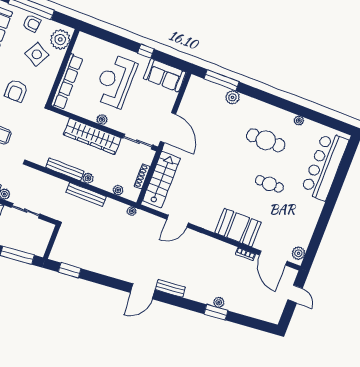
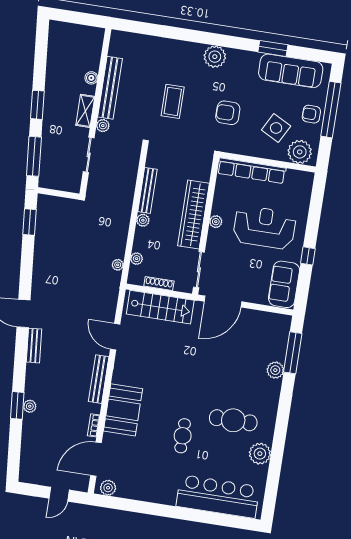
armchair: (32, 23) -> (311, 114), turned 86
plant: (299, 121) -> (260, 454), width x1.87, depth x1.87
cafe table: (266, 140) -> (233, 420), turned 90
bench: (86, 194) -> (99, 379), moved
plant: (132, 211) -> (118, 265), moved

